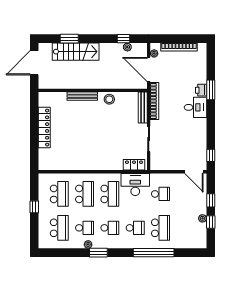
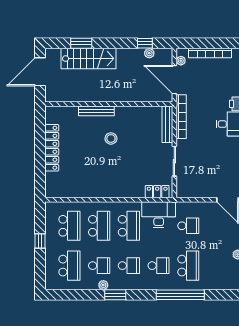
stool: (109, 99) -> (111, 138), moved

